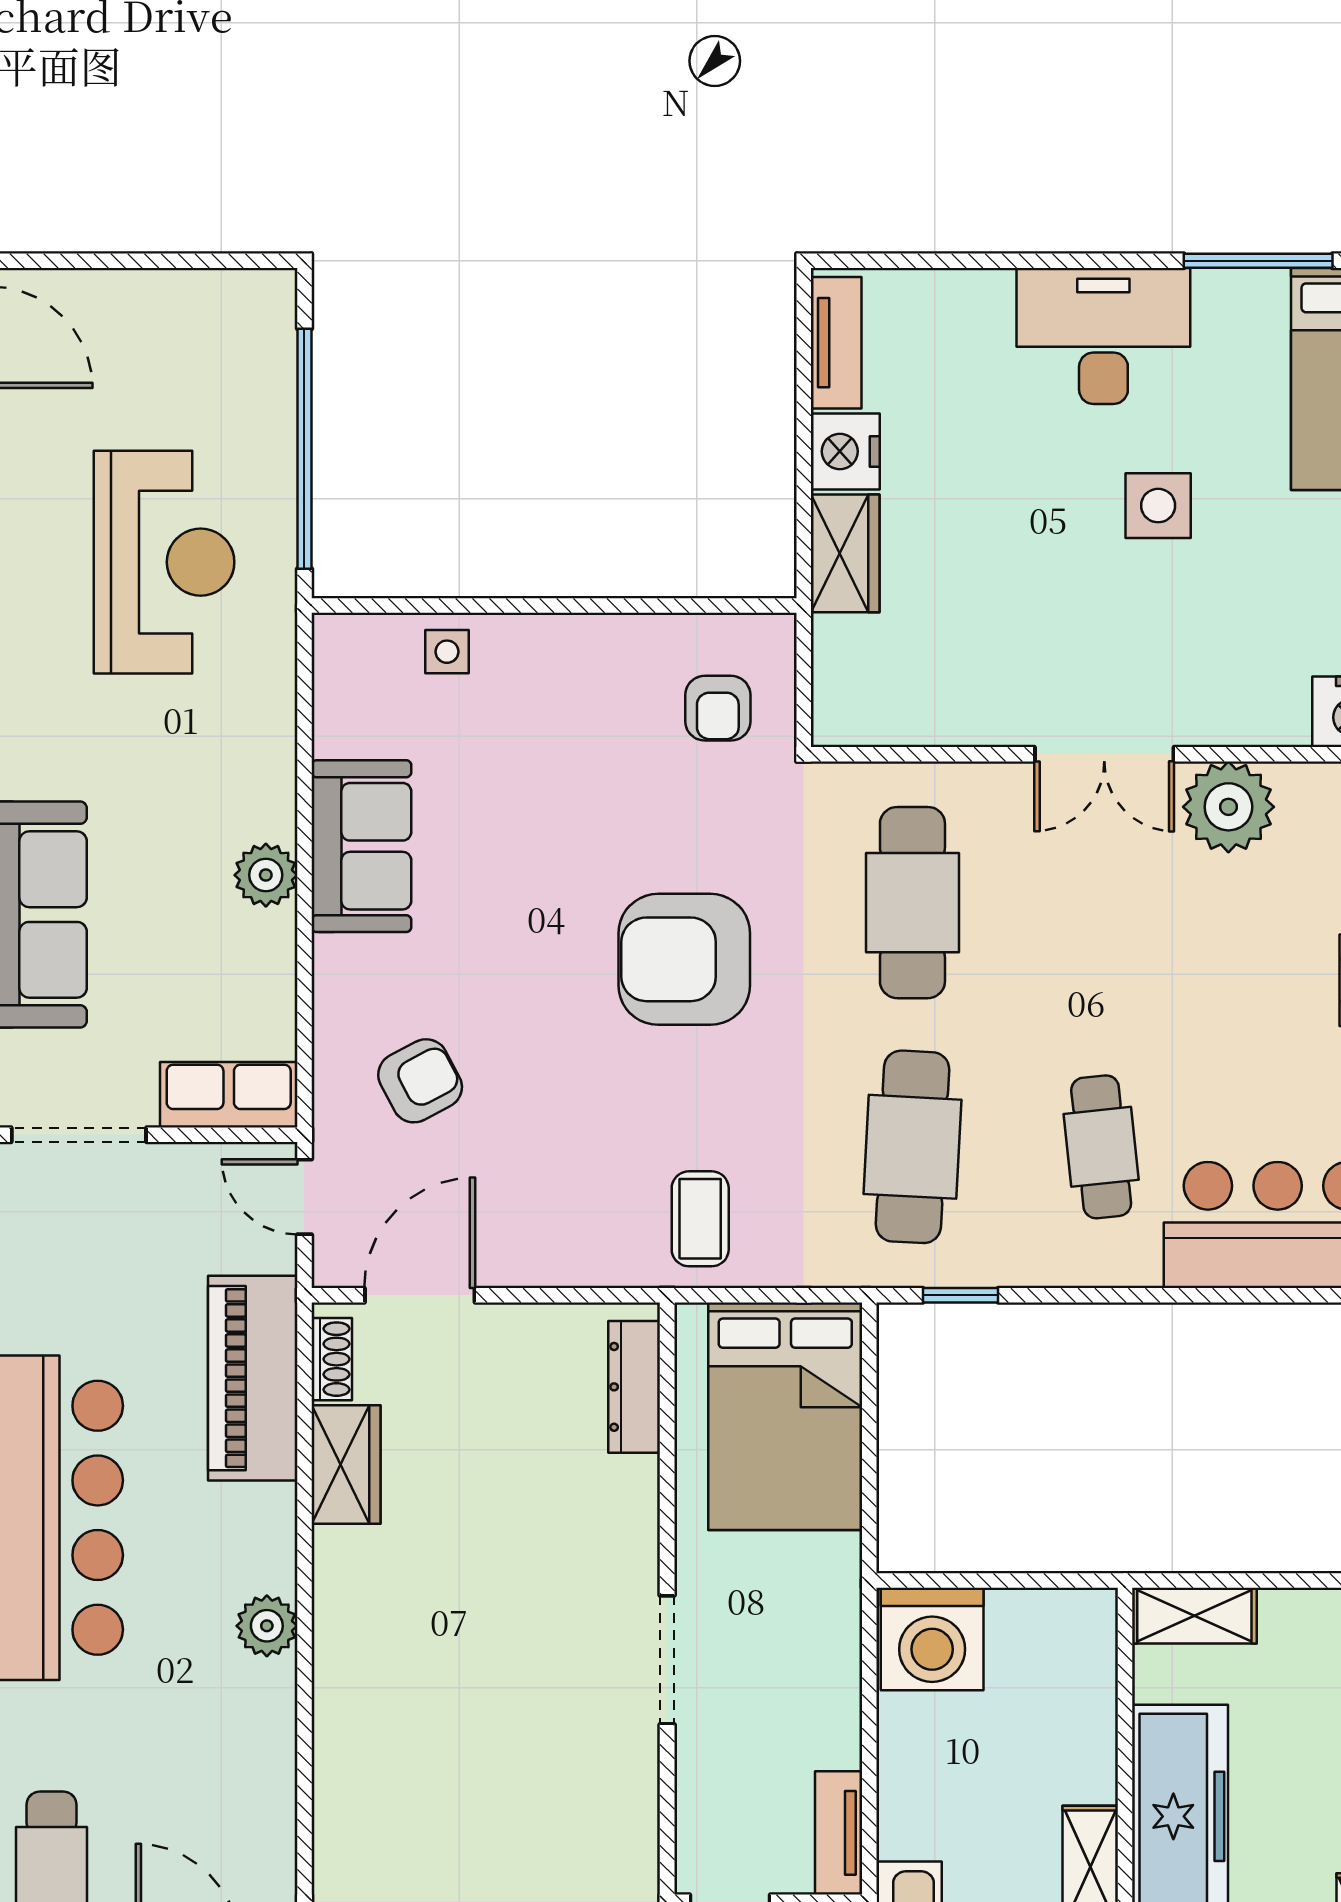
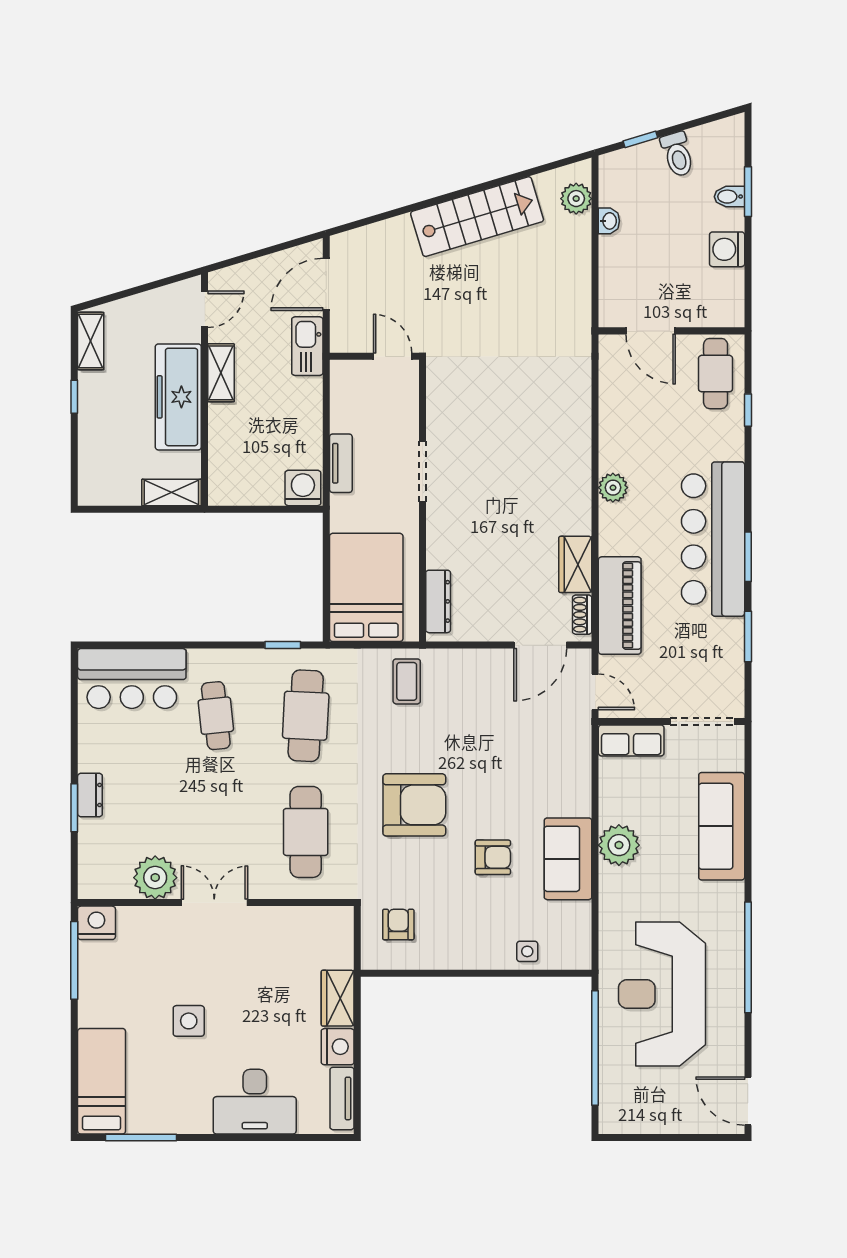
desk: (1103, 336) -> (255, 1102), moved
reception desk: (164, 562) -> (662, 994), width x1.36, depth x1.30
plant: (266, 875) -> (619, 845), width x1.36, depth x1.36
armchair: (420, 1081) -> (493, 857), moved, turned -152
washing machine: (932, 1639) -> (303, 488), width x0.73, depth x0.73
tv unit: (839, 1833) -> (341, 463), moved

